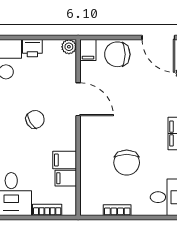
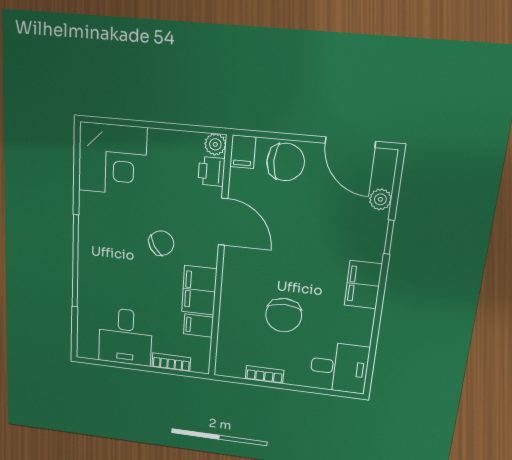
printer: (32, 48) -> (211, 171), moved, turned 90
chair: (117, 54) -> (286, 162), turned 180
filing cabinet: (65, 160) -> (199, 290), width x2.00

